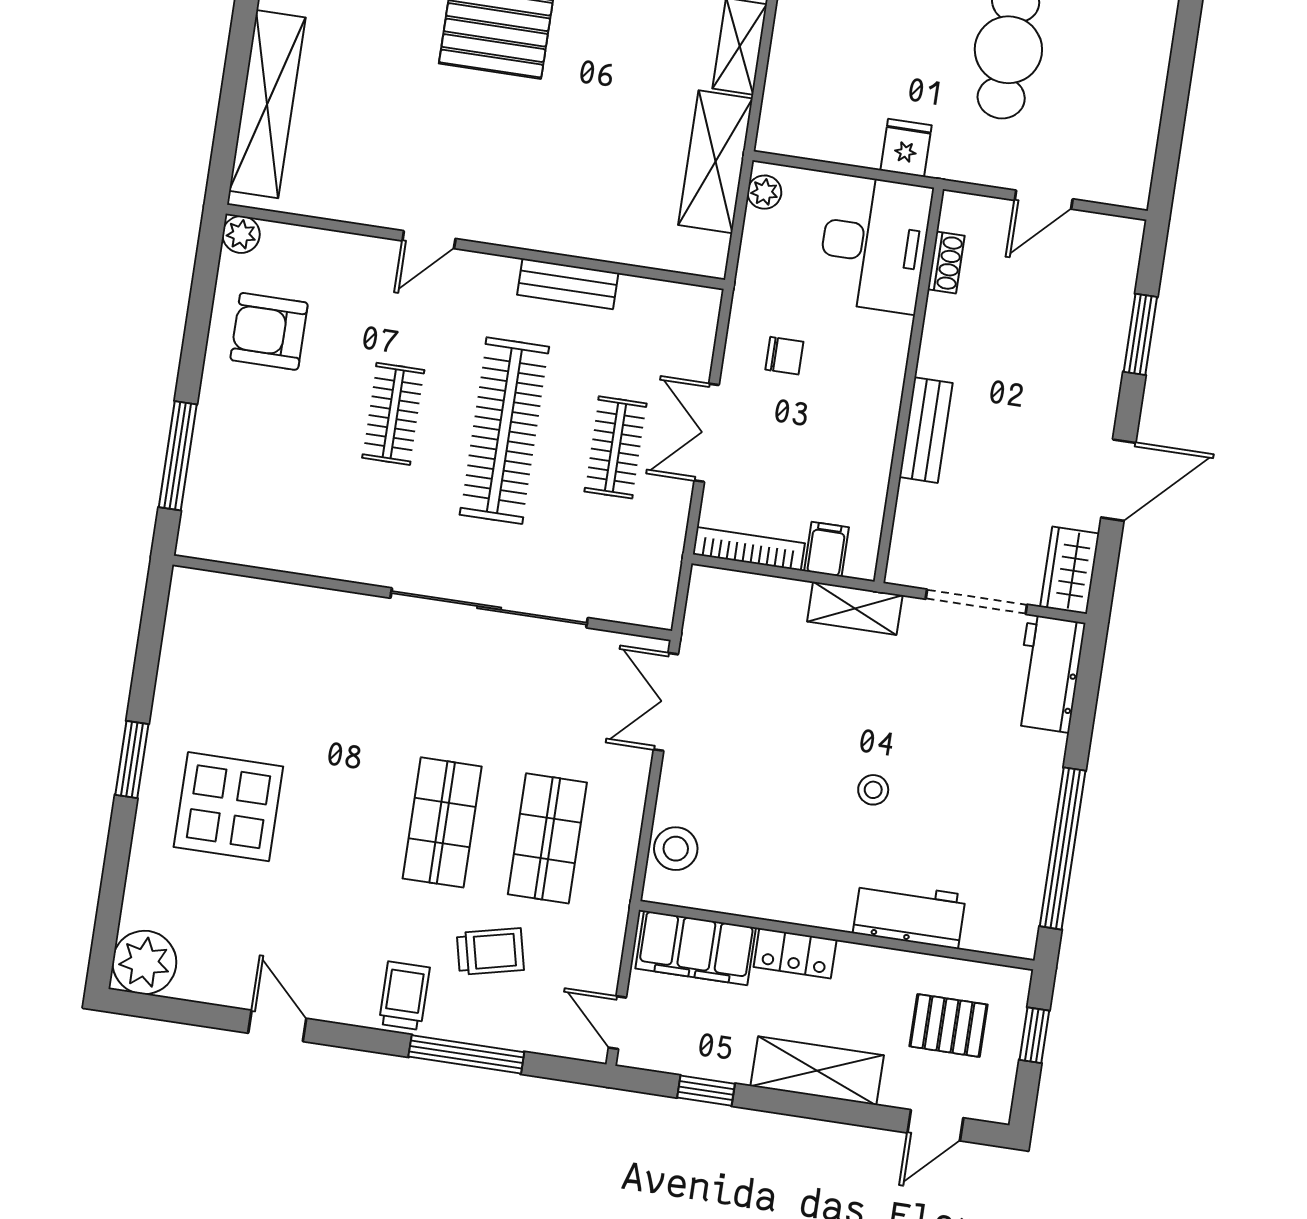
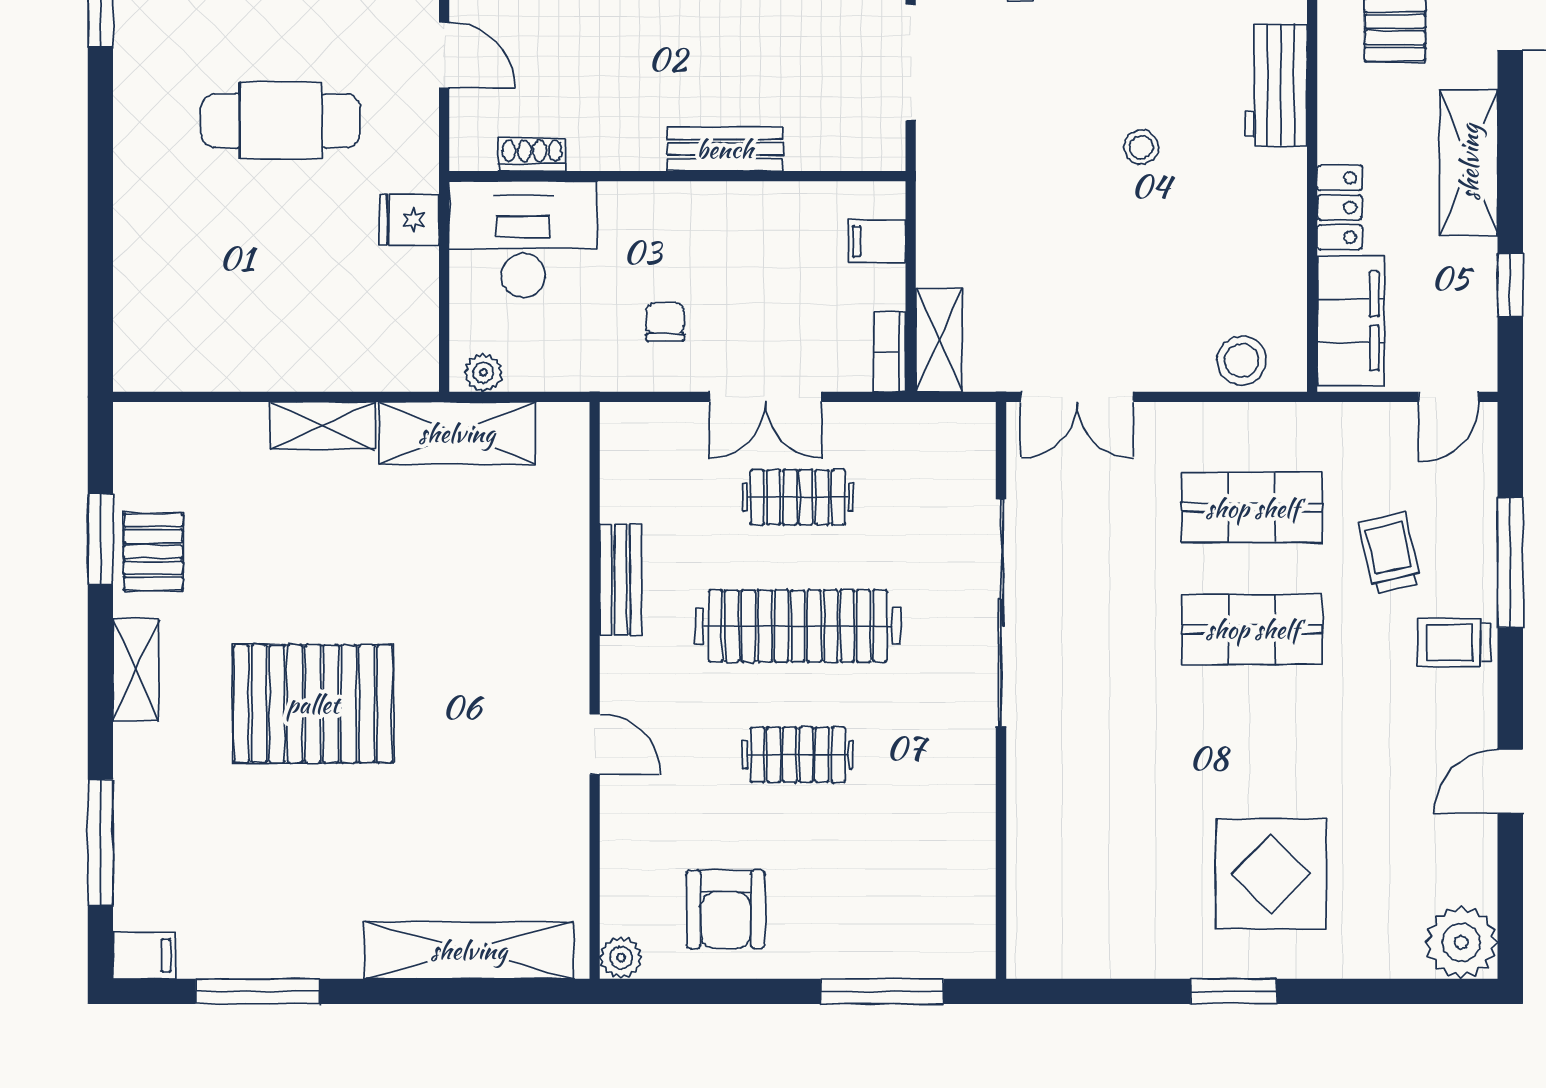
bookcase: (749, 549) -> (890, 352), width x0.64
shelving: (855, 608) -> (939, 340), moved

